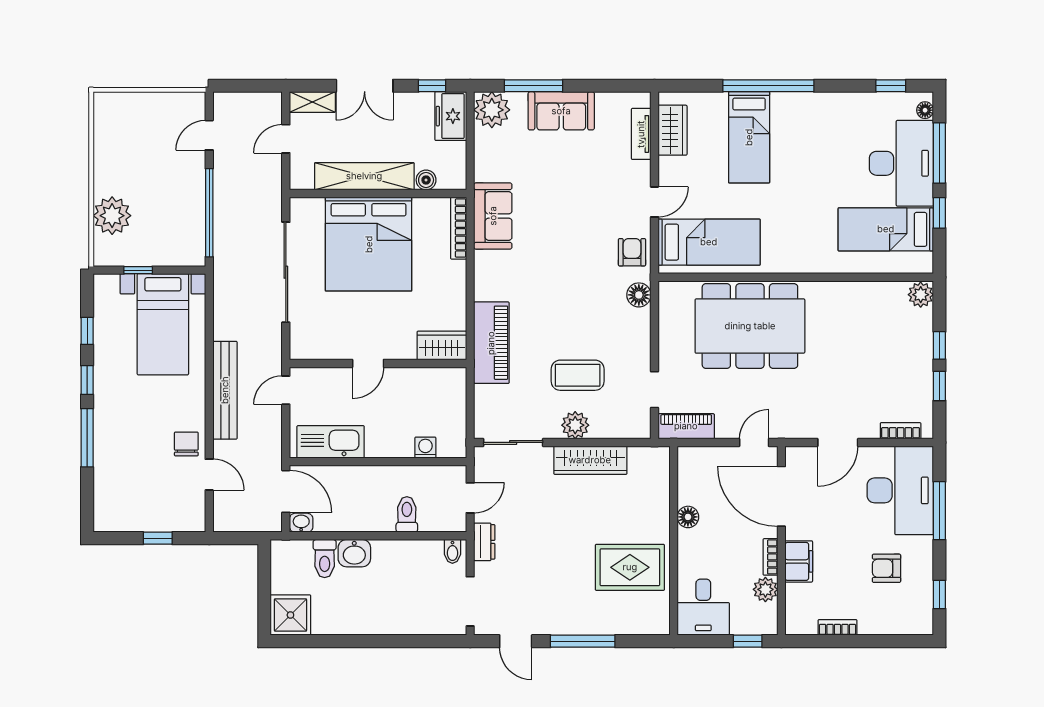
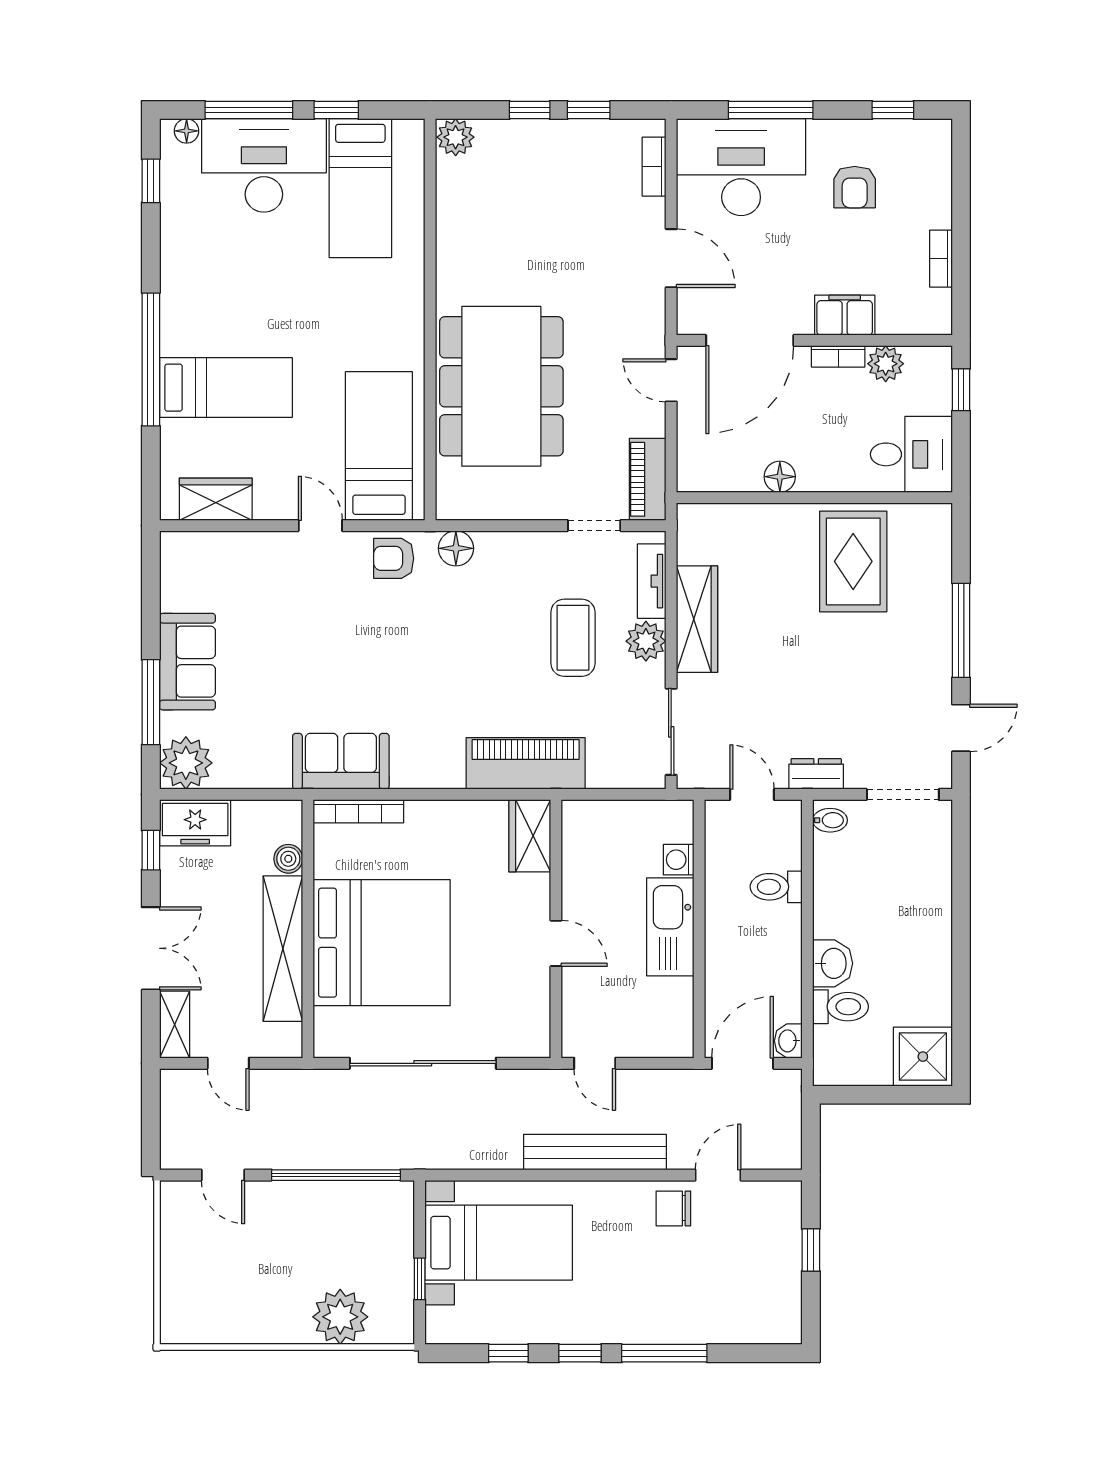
tv unit: (641, 134) -> (652, 581), moved, turned 90
kitchen sink: (331, 442) -> (670, 927), moved

